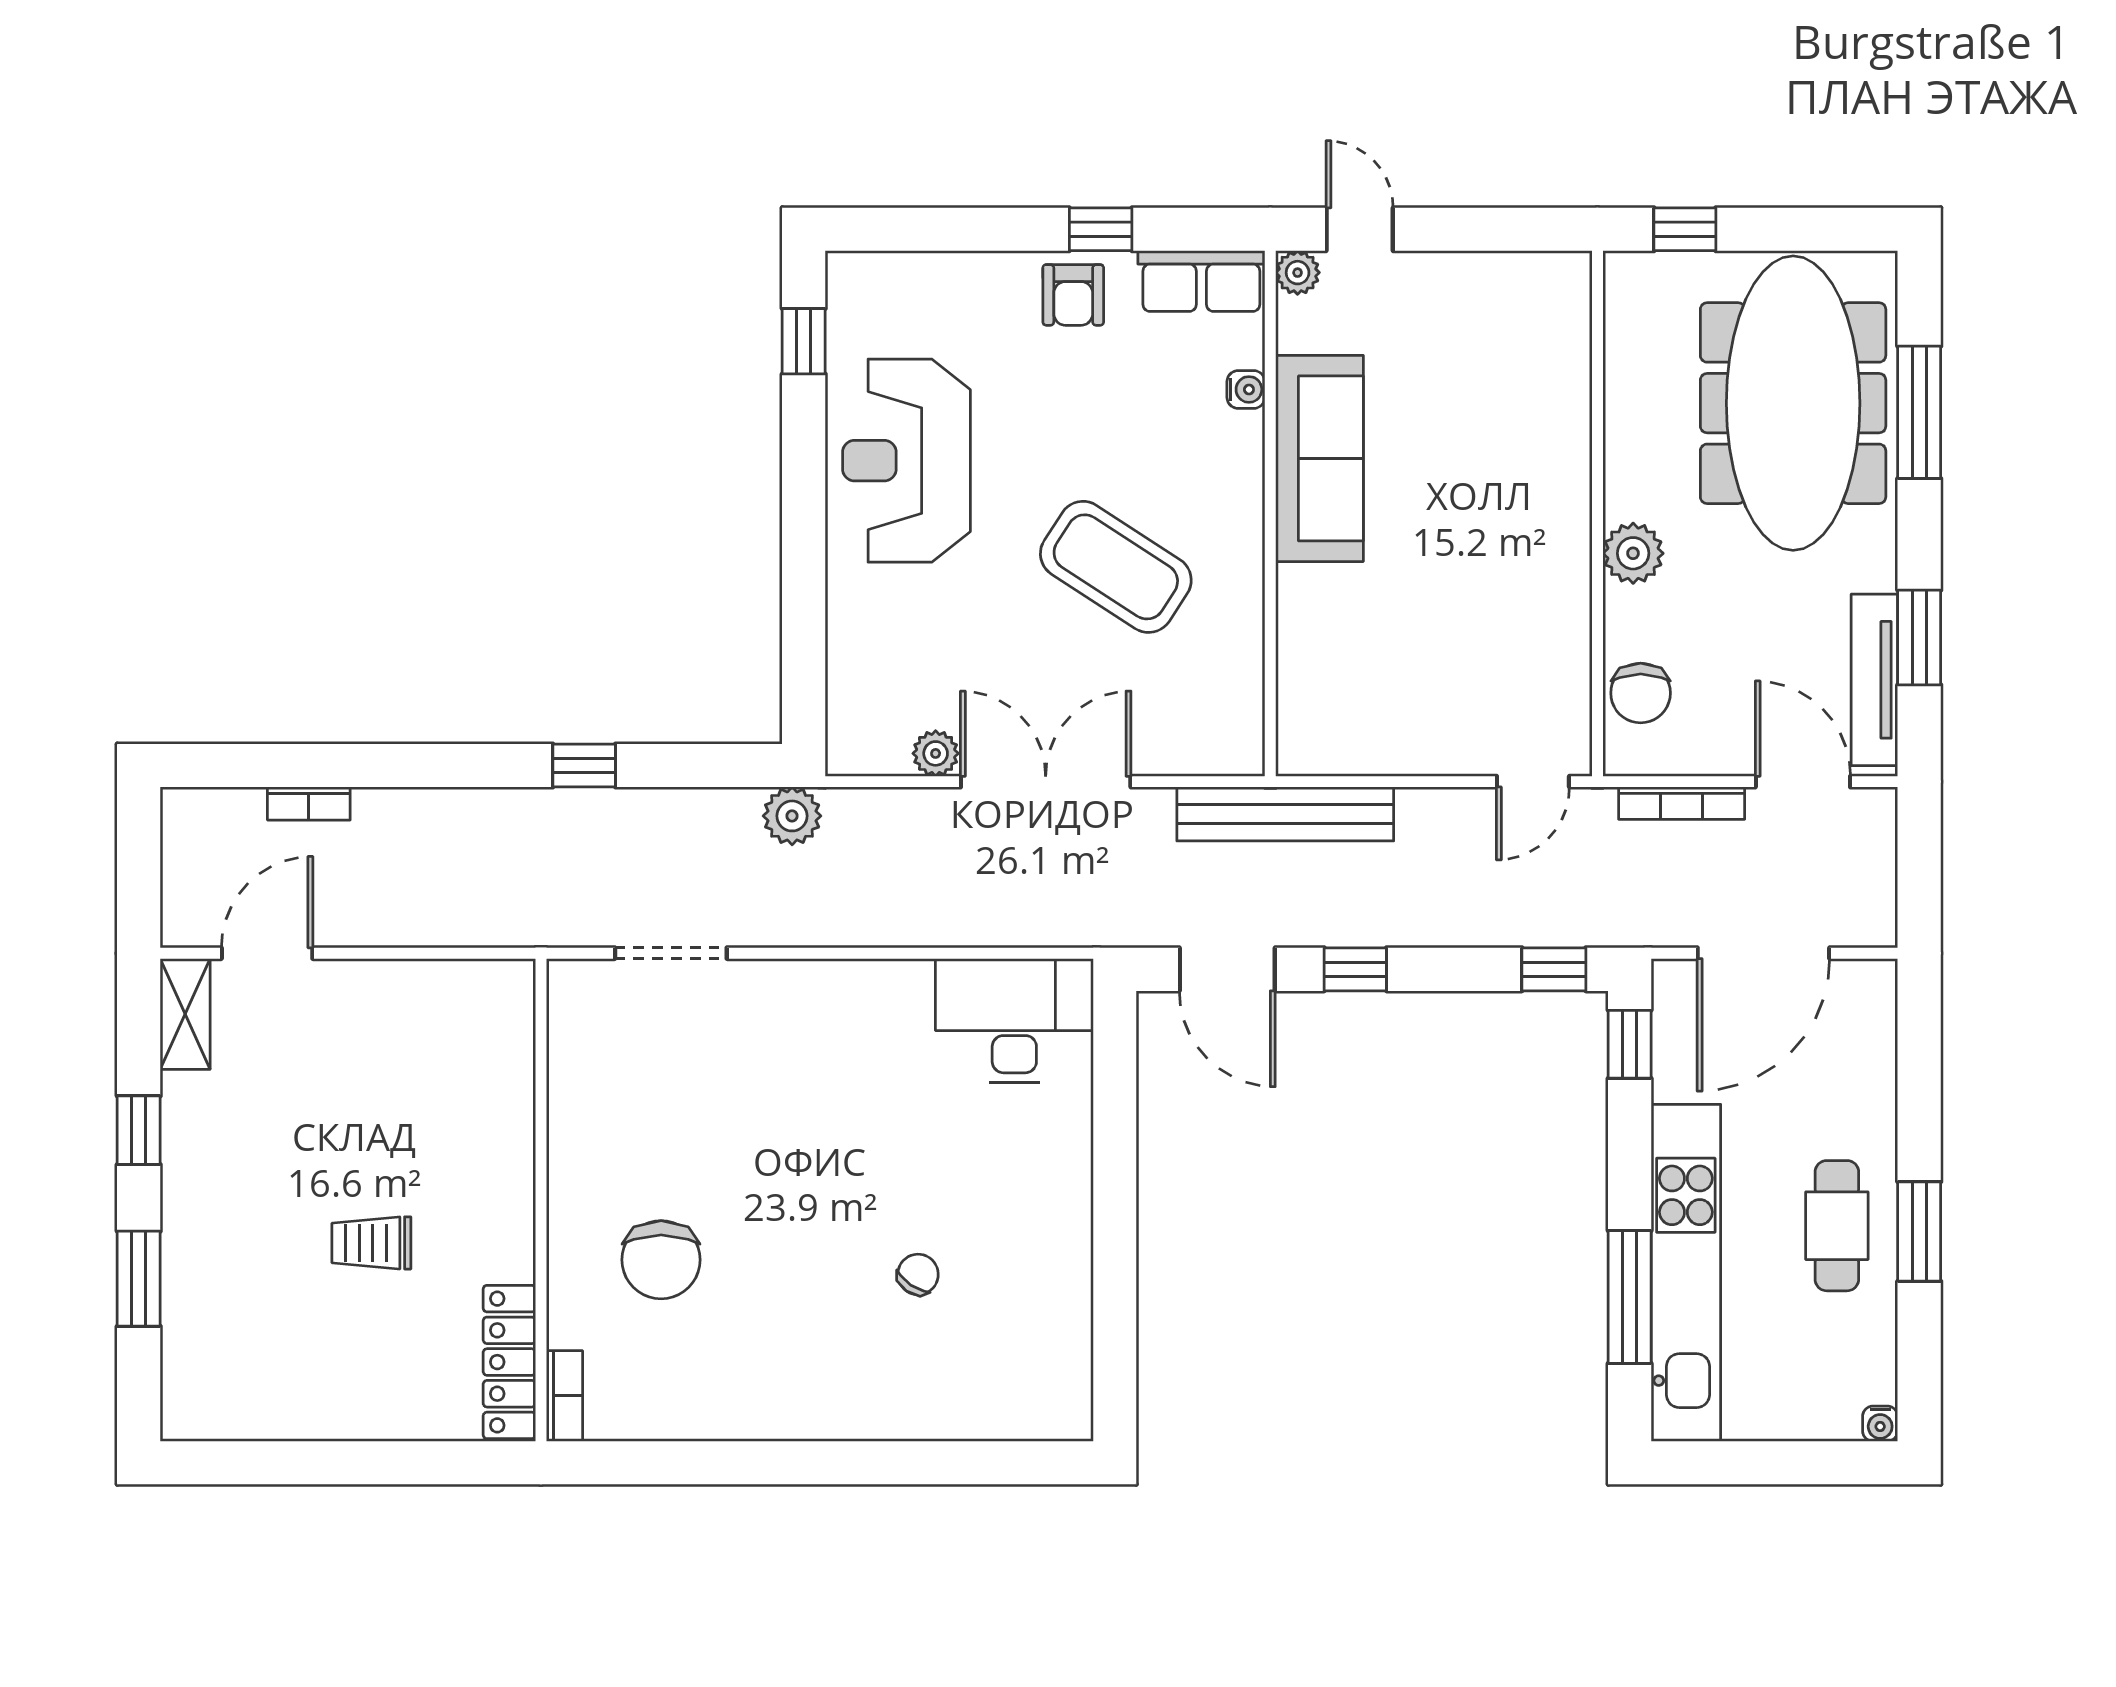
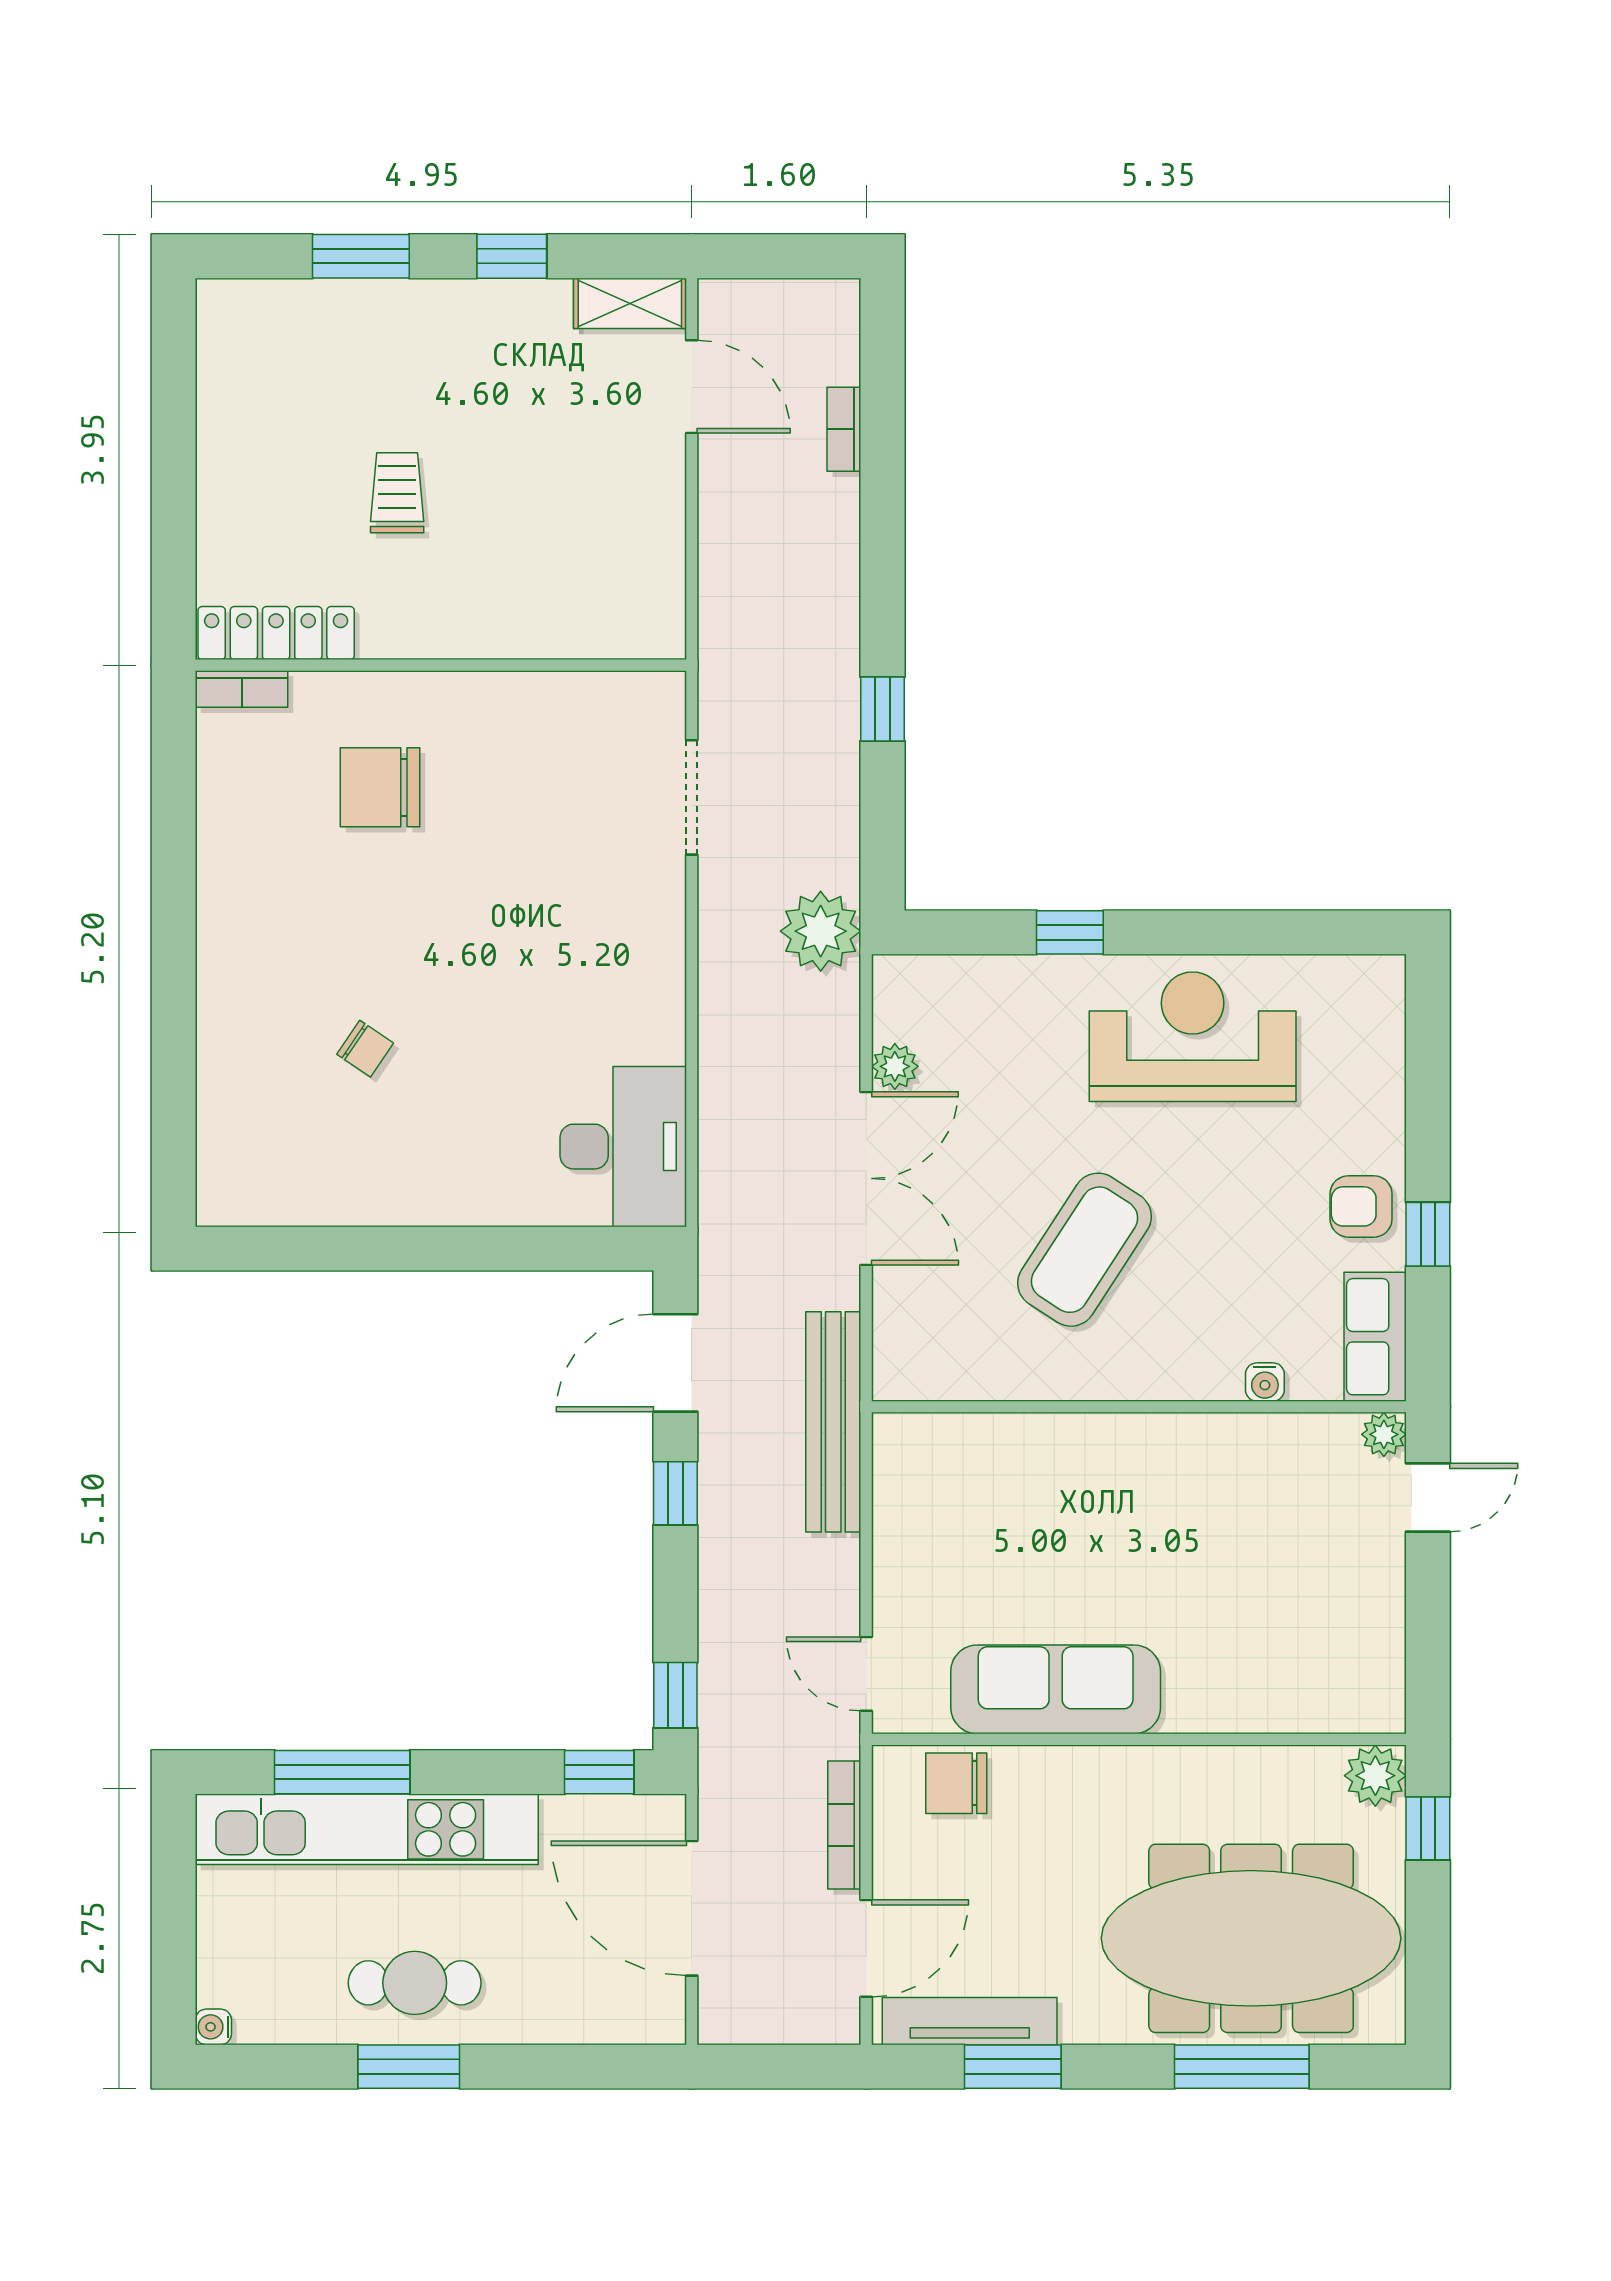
window: (804, 341) -> (1070, 932), moved
sofa: (1319, 458) -> (1056, 1689), moved, turned 180
plant: (1633, 553) -> (1375, 1776), moved
plant: (792, 816) -> (821, 931), width x1.36, depth x1.36

